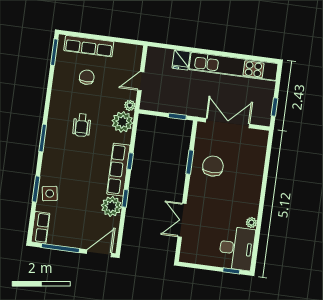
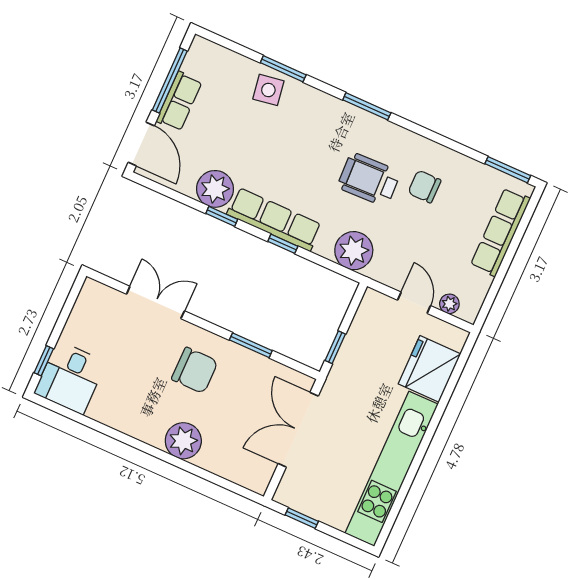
fridge: (181, 60) -> (429, 369), width x1.88, depth x1.34
chair: (87, 77) -> (424, 187), moved, turned 180
plant: (130, 105) -> (449, 304), moved
double door: (228, 123) -> (298, 430), swing flipped
wheelchair: (82, 125) -> (369, 180), width x1.36, depth x1.37
chair: (213, 166) -> (195, 370), moved
plant: (251, 223) -> (183, 441), moved, width x1.87, depth x1.87
row of seats: (40, 228) -> (179, 101), moved, turned -90
desk: (237, 248) -> (70, 378), width x0.73

